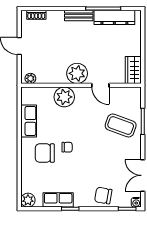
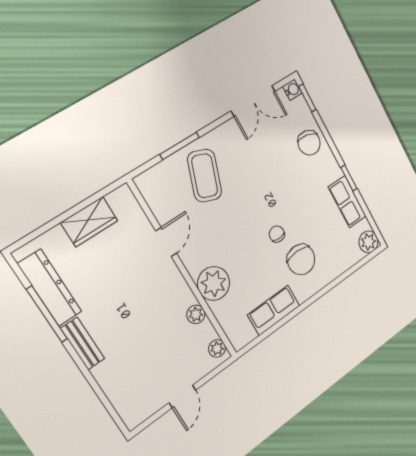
shoe rack: (36, 15) -> (122, 406), removed
wardrobe: (133, 70) -> (89, 222), moved
plant: (77, 73) -> (196, 314), moved, width x0.53, depth x0.53

